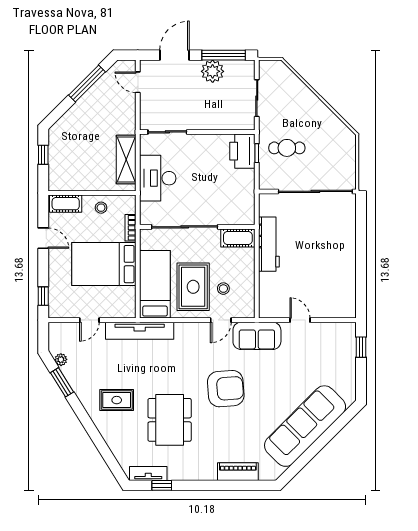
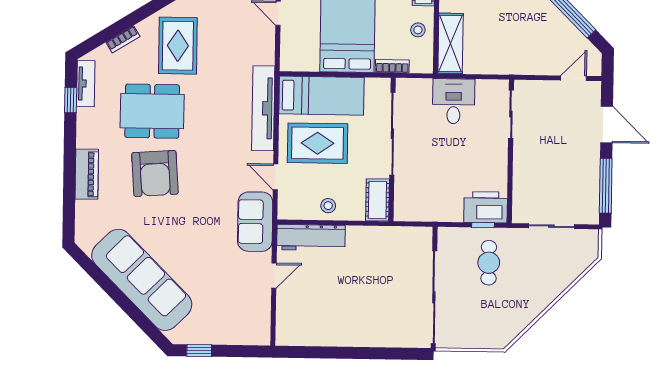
plant: (213, 71) -> (586, 172), removed
shelving: (126, 160) -> (450, 43), moved, turned 90
desk: (158, 178) -> (454, 101), width x0.73
workbench: (269, 244) -> (311, 238), moved
stool: (223, 289) -> (328, 206), moved
tv unit: (140, 331) -> (263, 108), moved
window: (361, 347) -> (199, 350), moved
armchair: (226, 389) -> (155, 173), moved
rug: (117, 400) -> (178, 46), width x1.36, depth x1.43
bookcase: (112, 444) -> (123, 39), added
piano: (238, 472) -> (87, 174), moved

